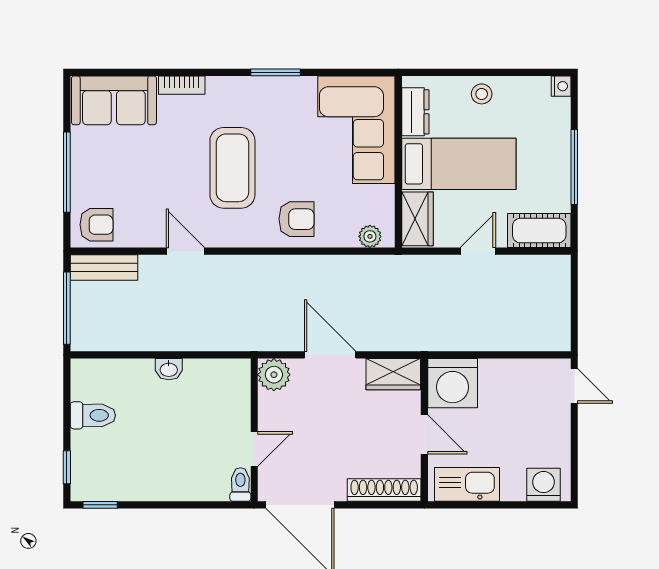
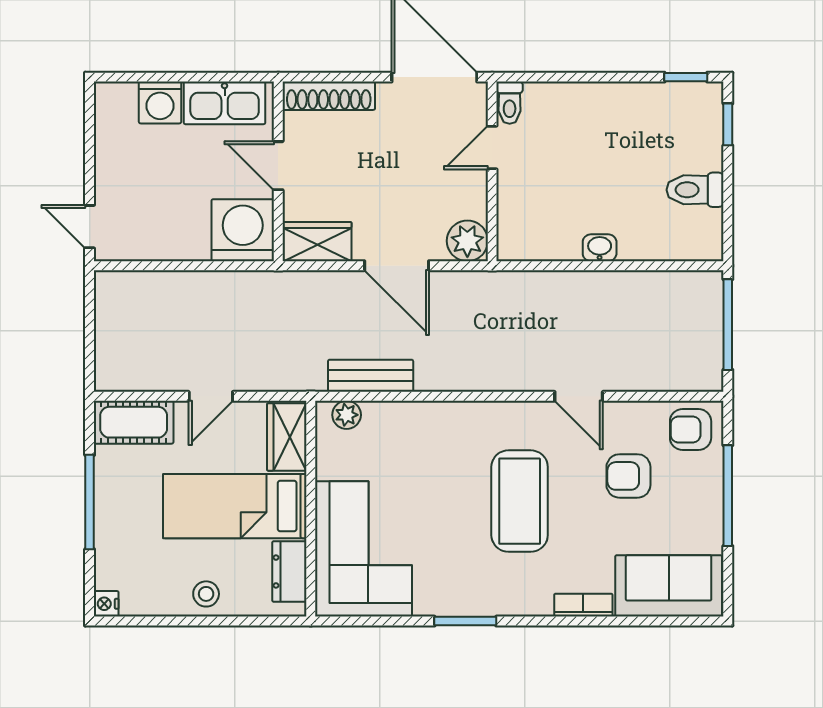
armchair: (296, 219) -> (628, 476), moved
bench: (104, 267) -> (371, 376), moved
washing machine: (543, 485) -> (160, 102), moved

